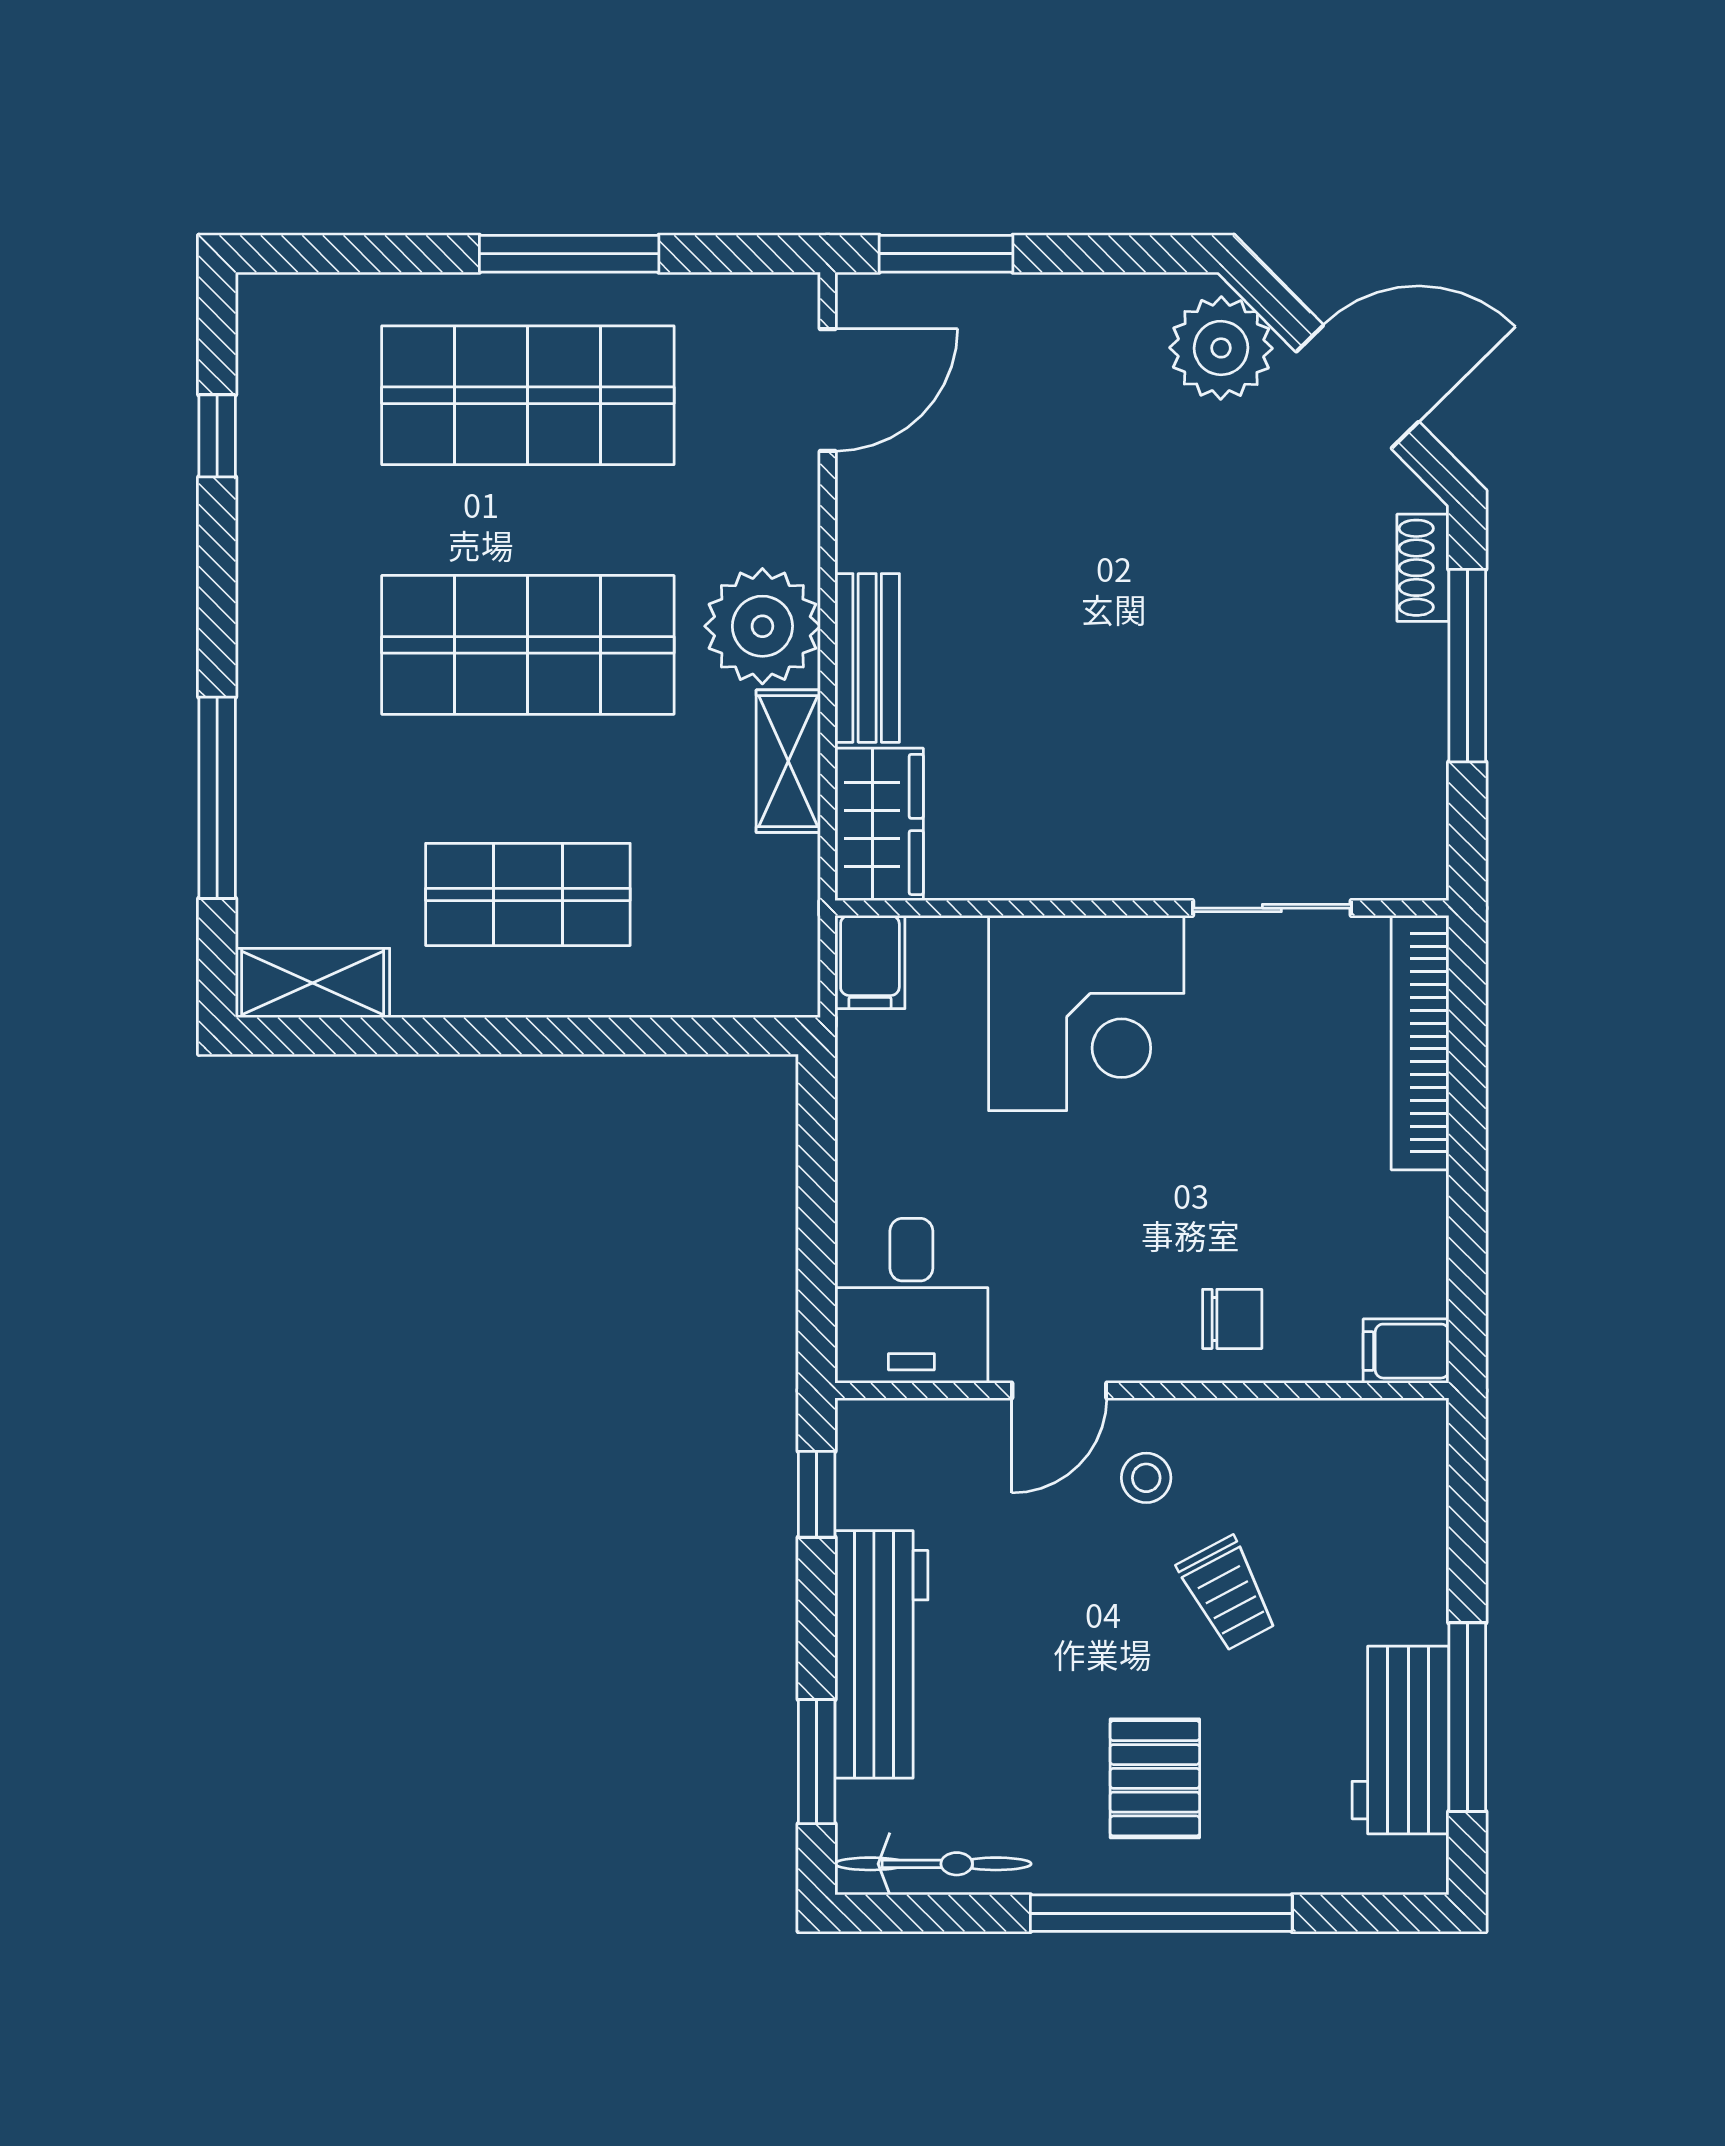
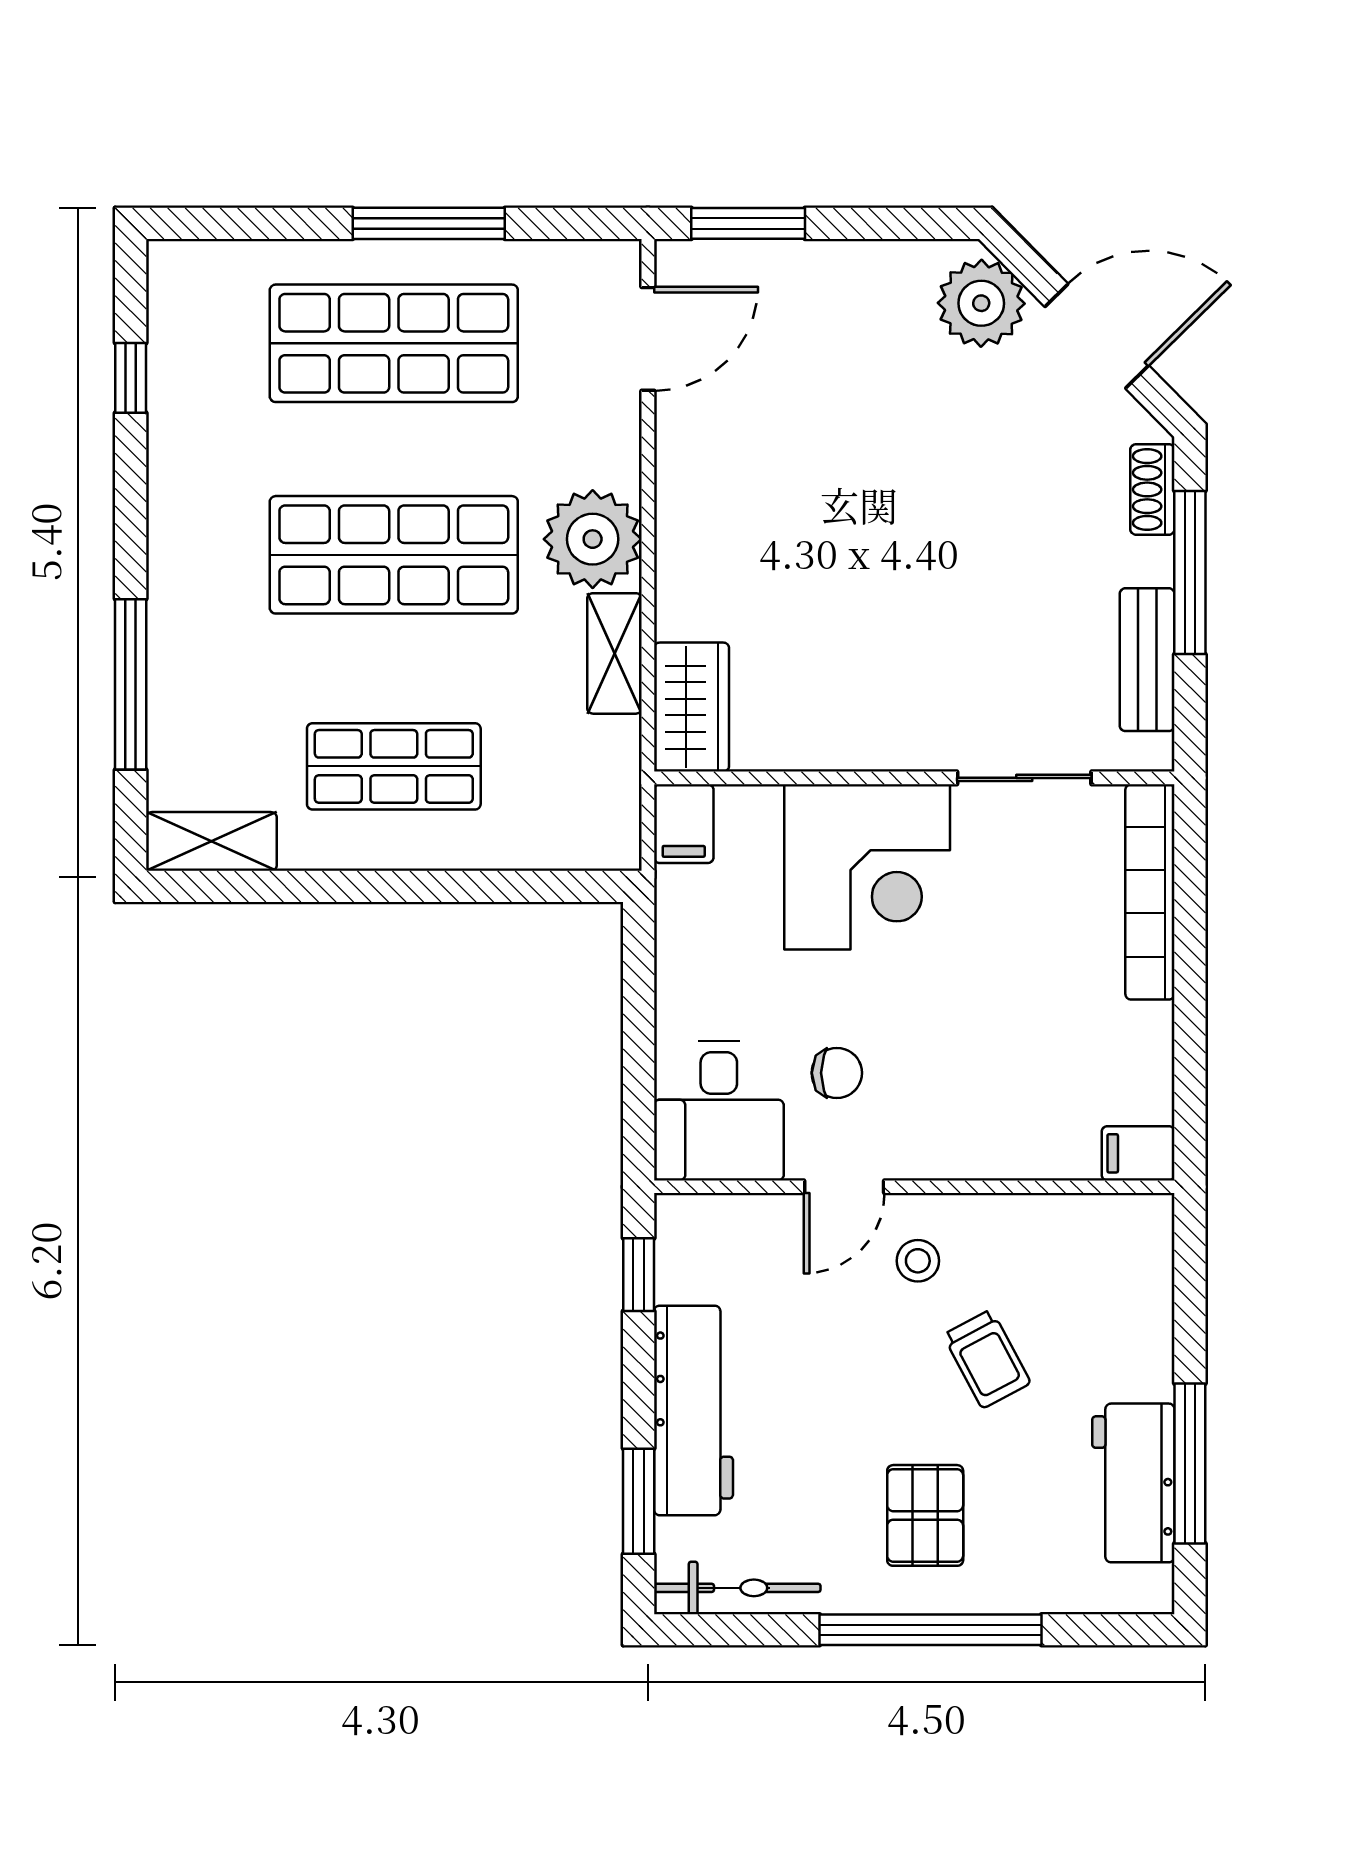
bench: (867, 658) -> (1147, 660), moved
chair: (1232, 1319) -> (837, 1073), moved

